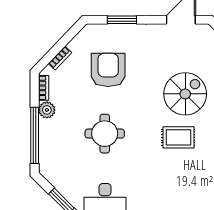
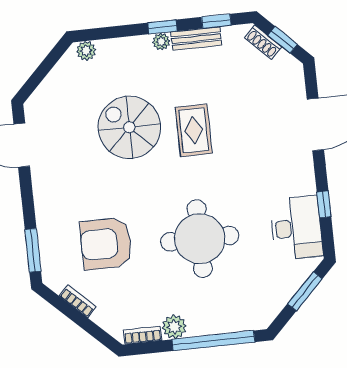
window: (122, 20) -> (33, 250), moved
bookcase: (60, 58) -> (78, 301), moved
round table: (105, 134) -> (200, 239), width x1.36, depth x1.36

